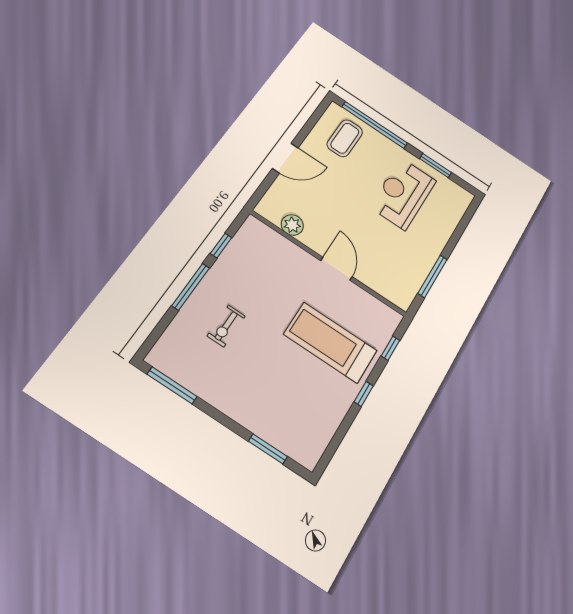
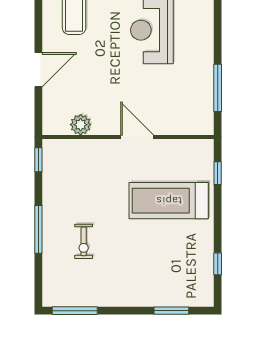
window: (221, 246) -> (38, 160), moved
window: (364, 394) -> (218, 264), moved

